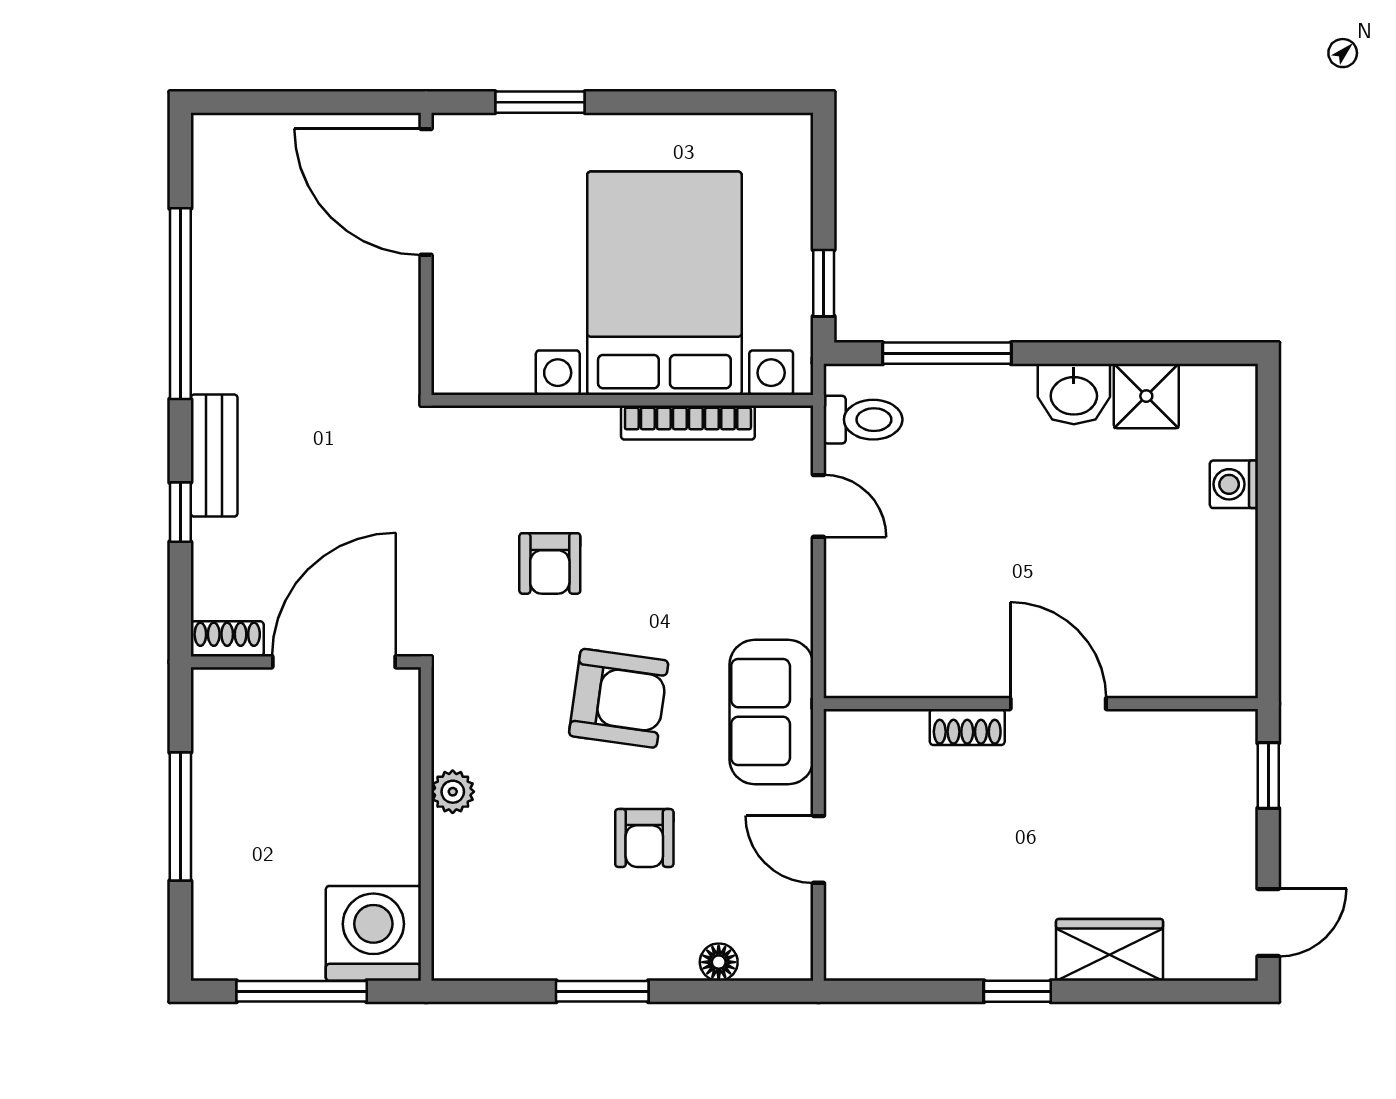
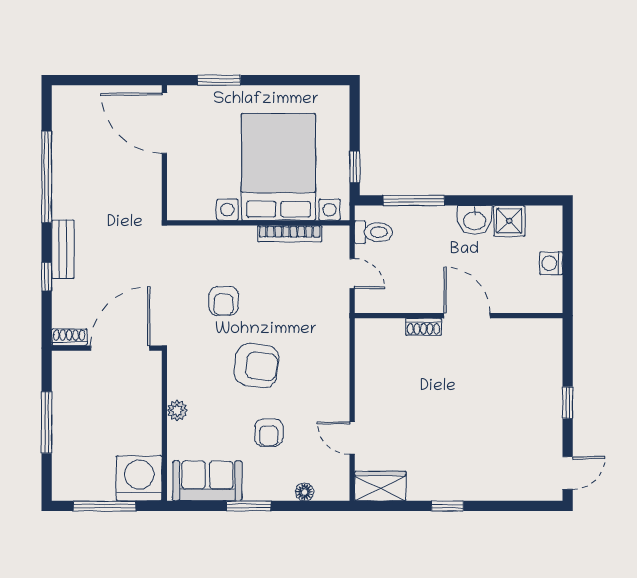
wall: (1041, 704) -> (459, 316), moved
door: (1058, 704) -> (467, 316), moved
sofa: (771, 712) -> (207, 481), moved, turned 90
shoe rack: (967, 727) -> (423, 327), moved
wardrobe: (1110, 950) -> (380, 486), moved

